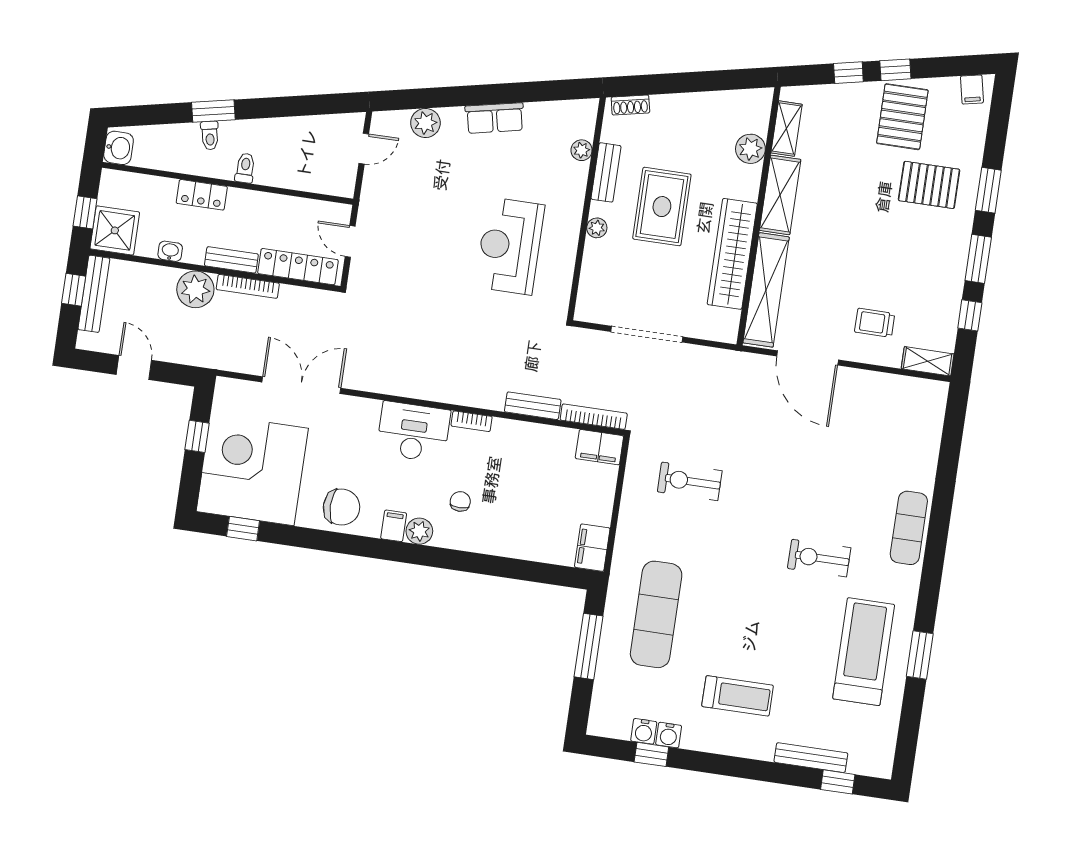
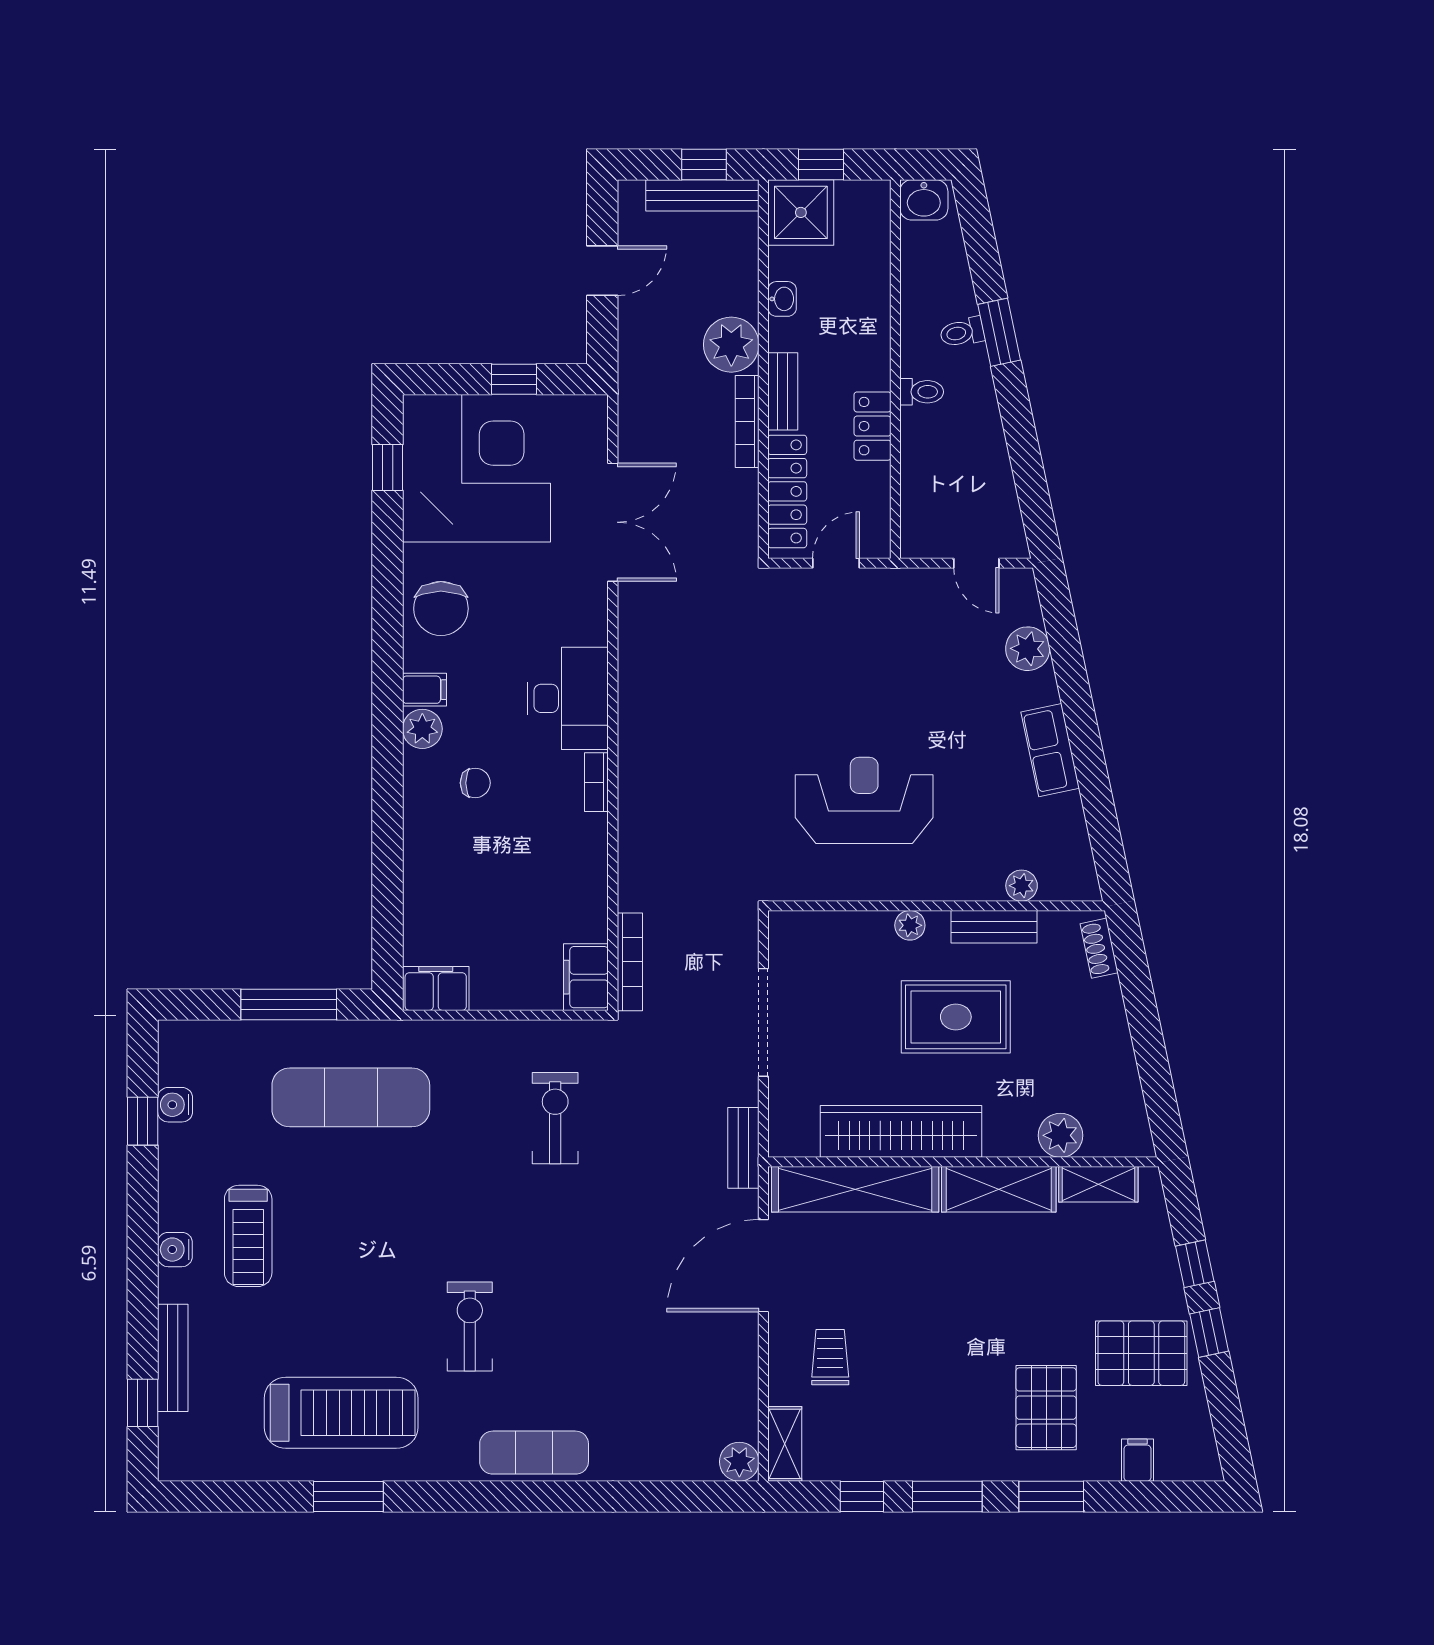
filing cabinet: (972, 89) -> (1138, 1460), moved, turned 102
locker: (202, 195) -> (872, 426), moved
plant: (935, 393) -> (739, 1462), added
bench: (533, 406) -> (743, 1148), moved
water cooler: (669, 735) -> (175, 1250), moved

